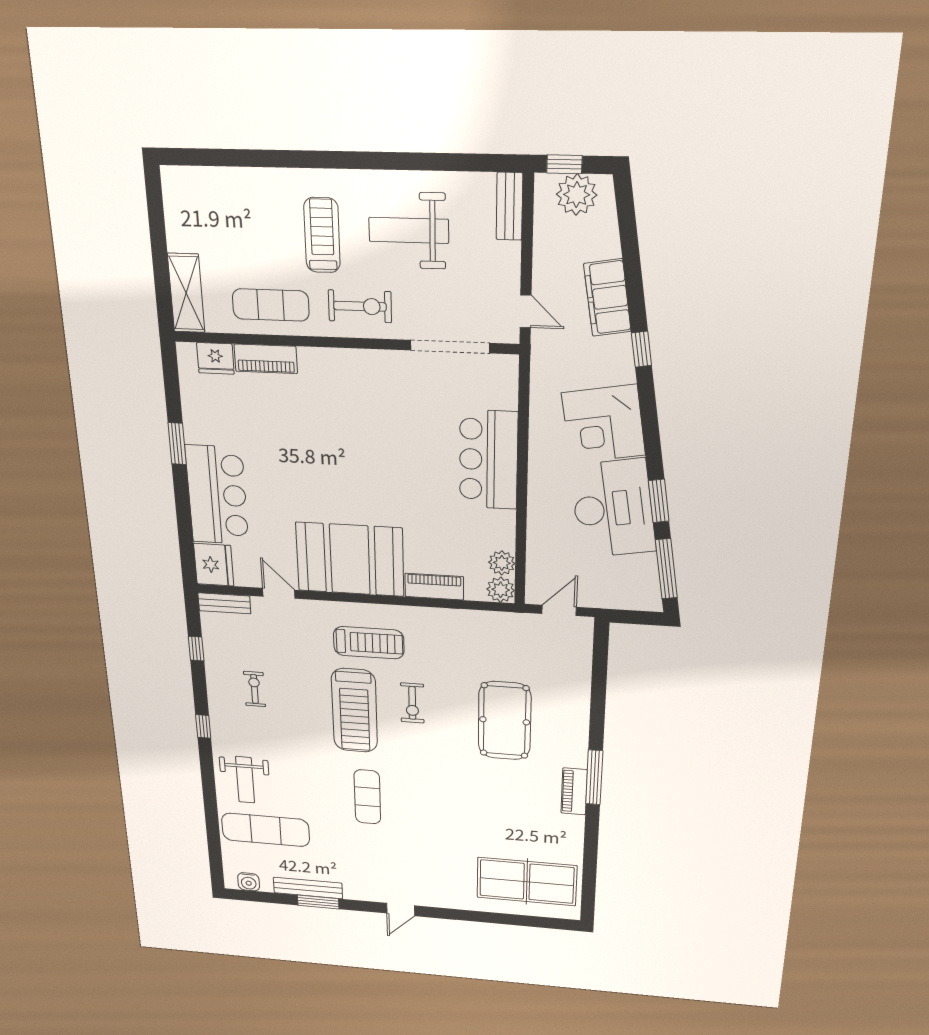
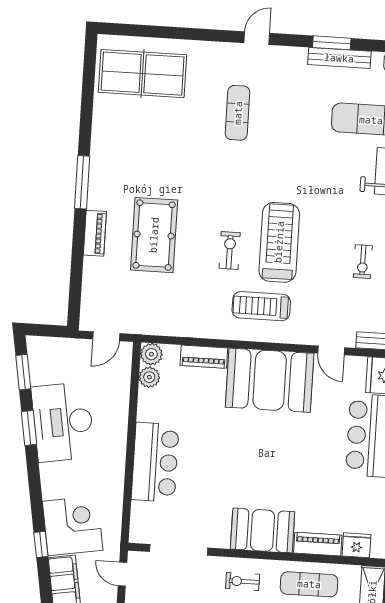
exercise bike: (360, 306) -> (243, 581), width x0.73, depth x0.72
booth: (340, 375) -> (263, 530), added
corner desk: (603, 424) -> (73, 526), moved
window: (666, 569) -> (23, 372), width x0.69
piano: (574, 791) -> (95, 233), moved
exercise mat: (367, 797) -> (238, 113), moved

